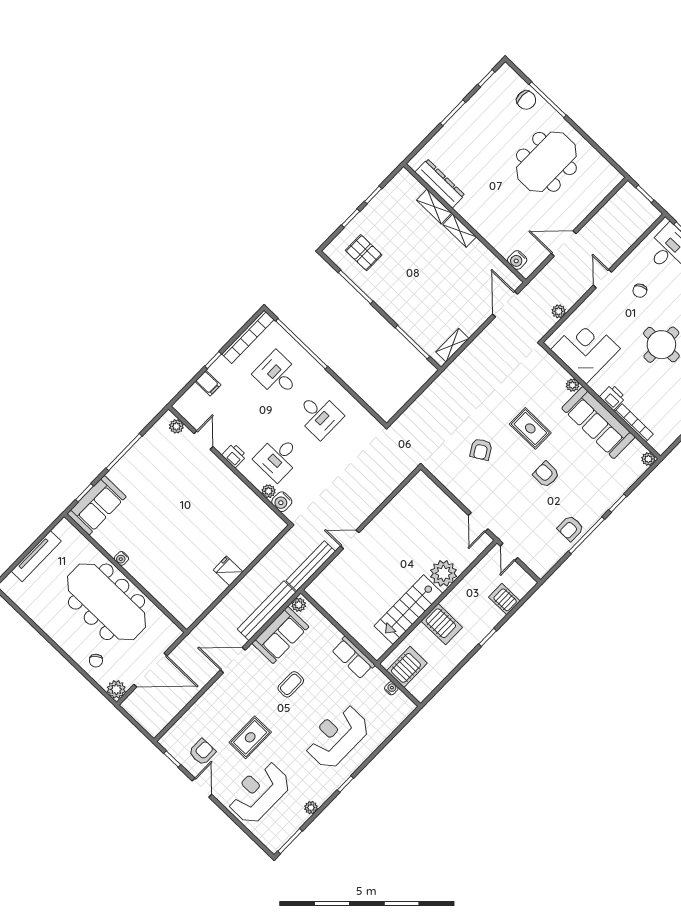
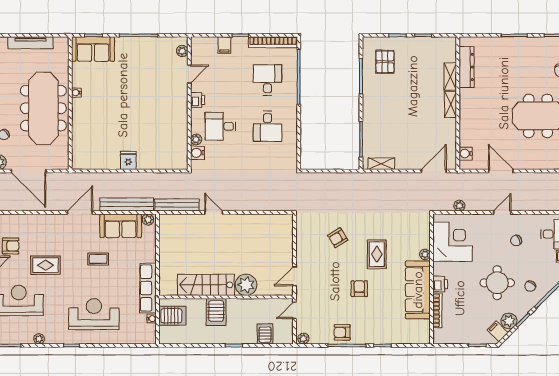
plant: (648, 459) -> (303, 339), moved
row of seats: (353, 658) -> (148, 288), width x1.48
door: (233, 660) -> (80, 213), hinge flipped

